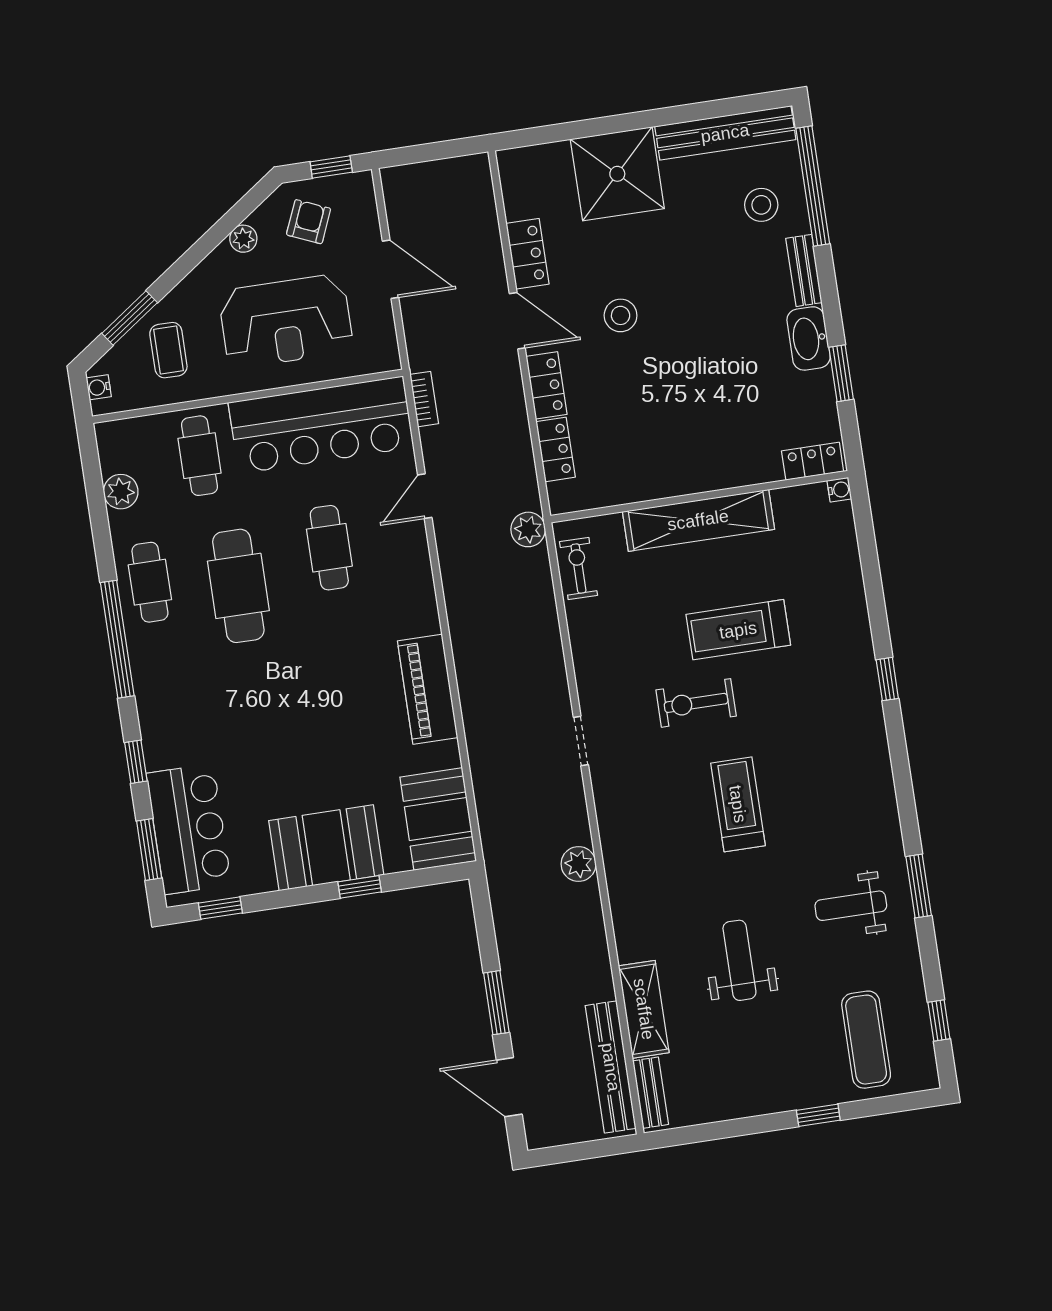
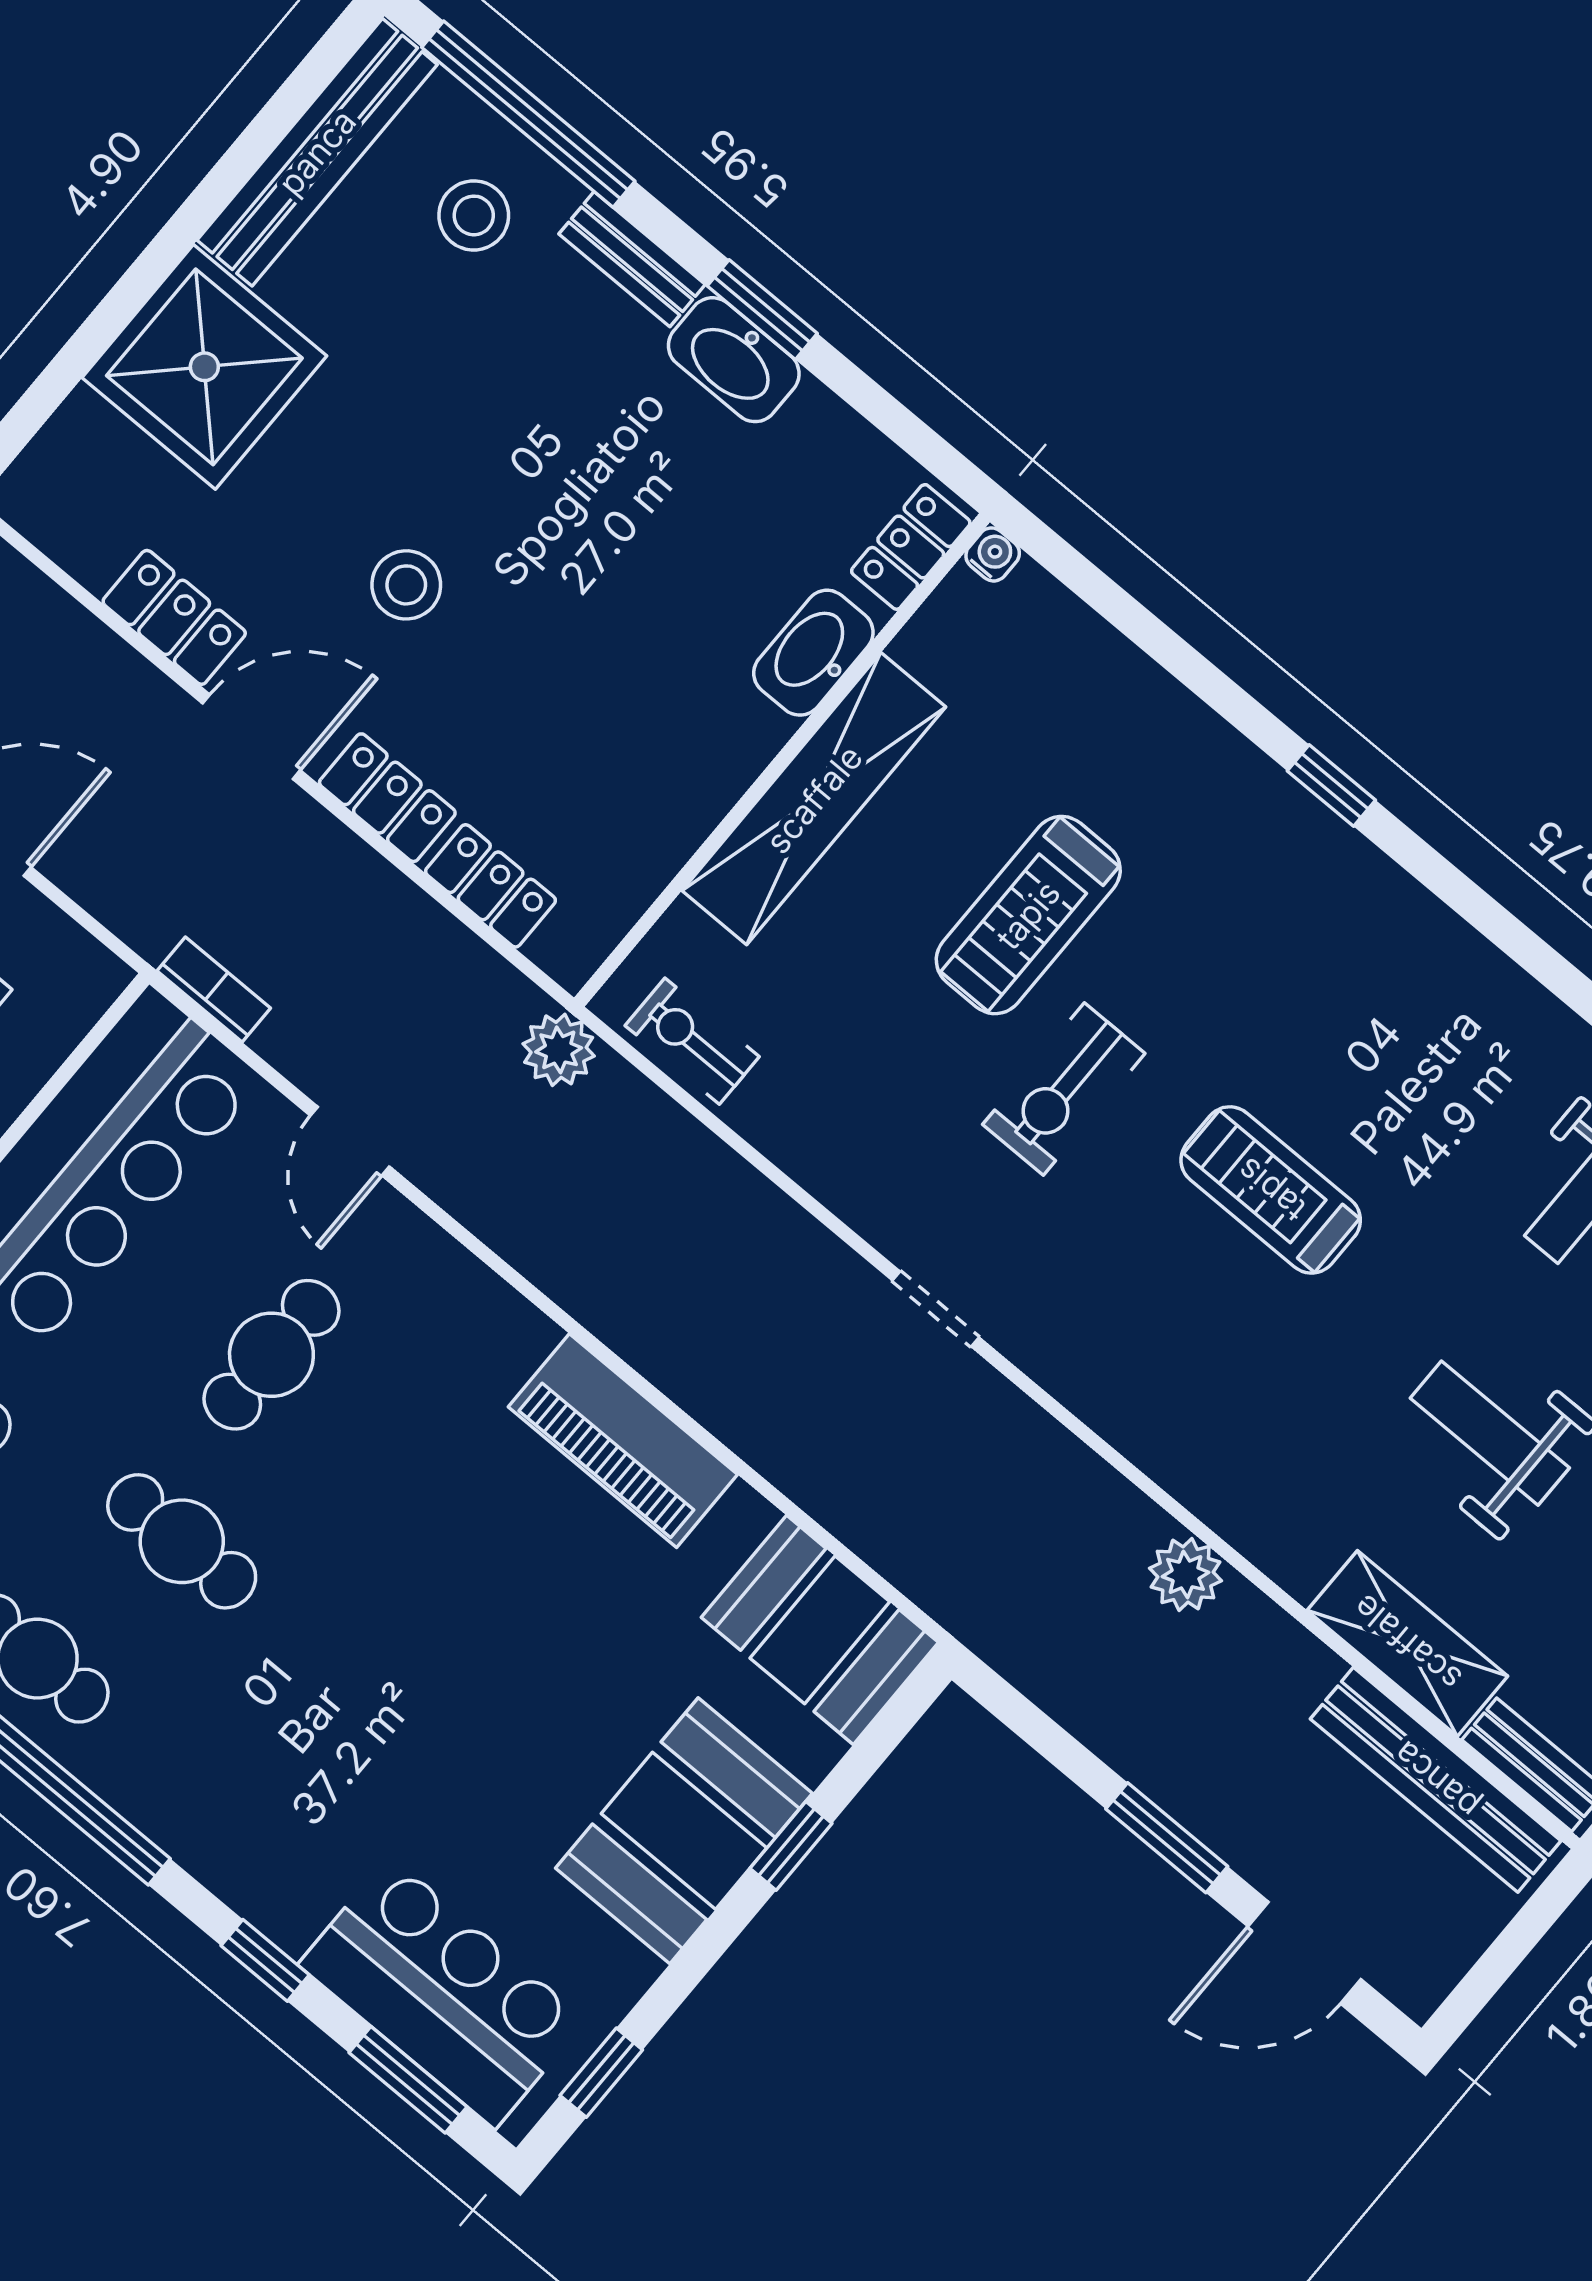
window: (841, 373) -> (762, 310), moved
washbasin: (744, 468) -> (813, 653), added
cafe table: (329, 548) -> (271, 1355), turned 90
cafe table: (238, 586) -> (182, 1541), width x0.73, depth x0.74
plant: (579, 864) -> (1186, 1574), moved

